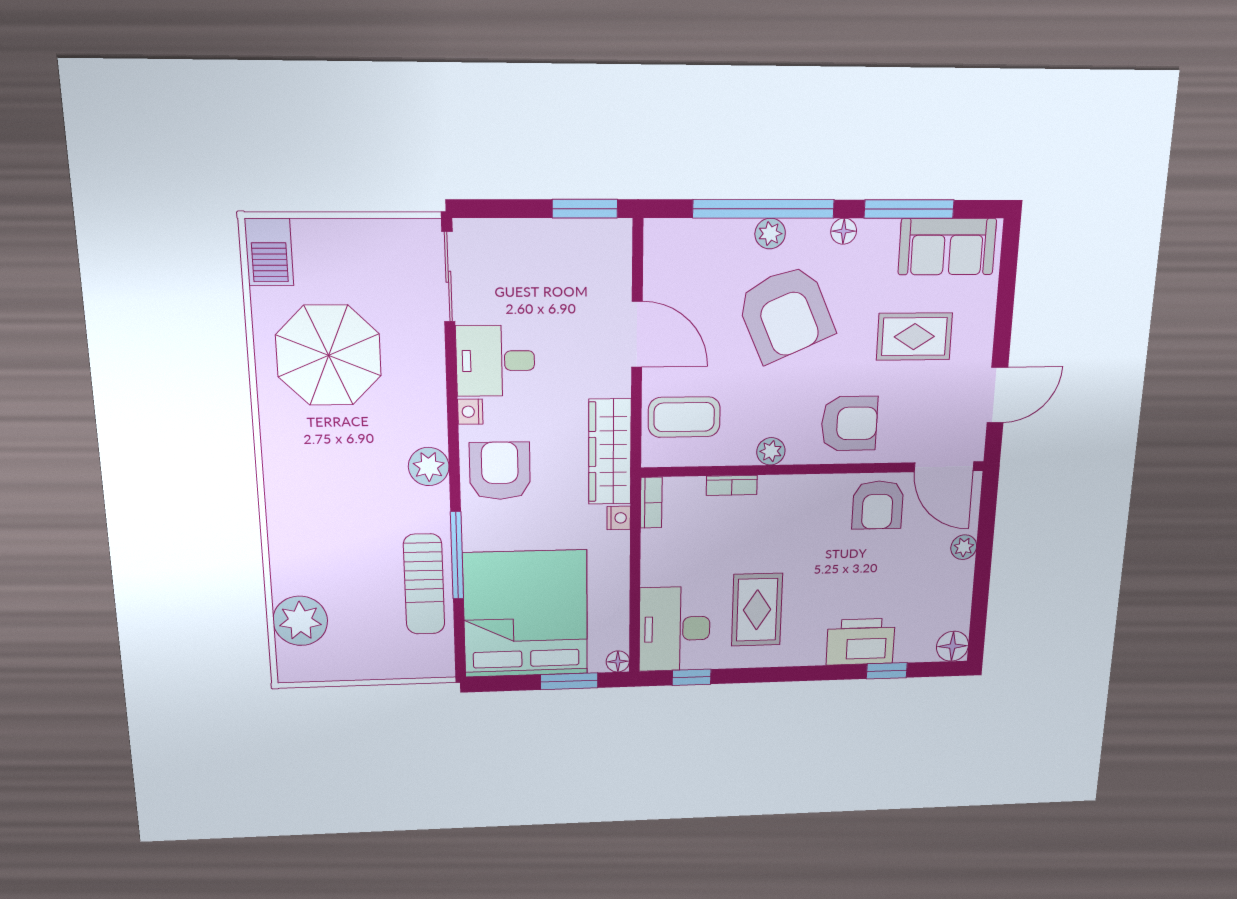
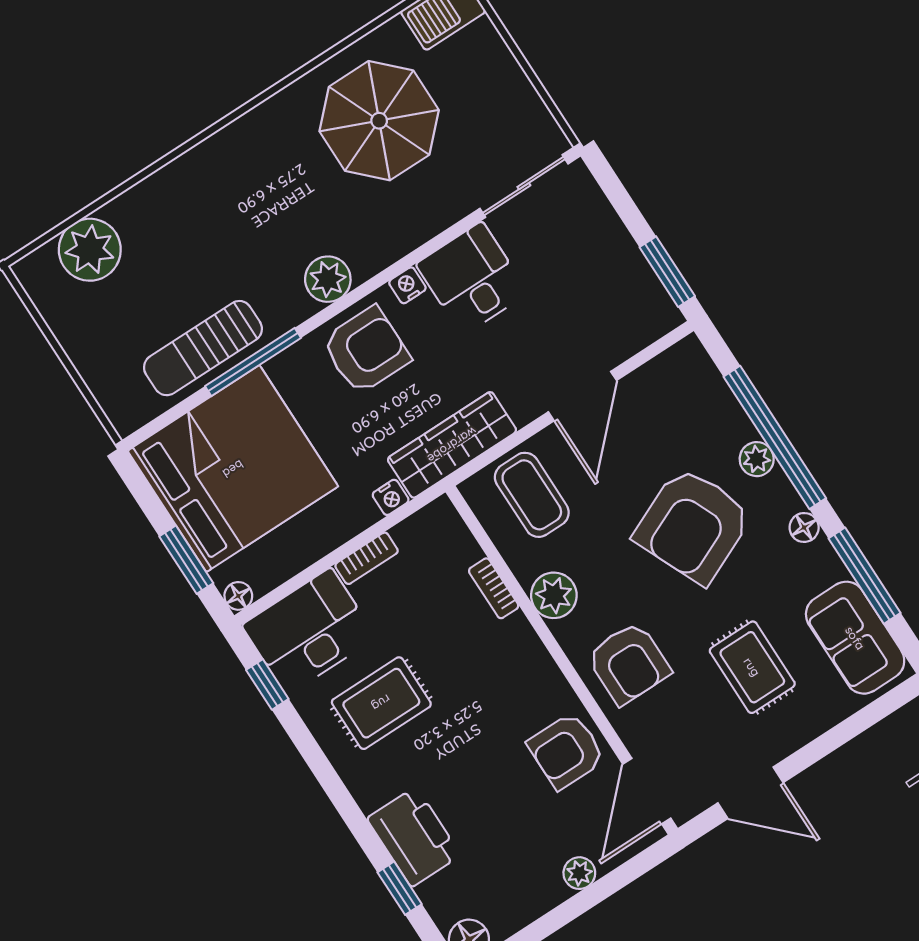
plant: (771, 451) -> (554, 595), width x1.38, depth x1.38
bookcase: (651, 503) -> (367, 558), moved

